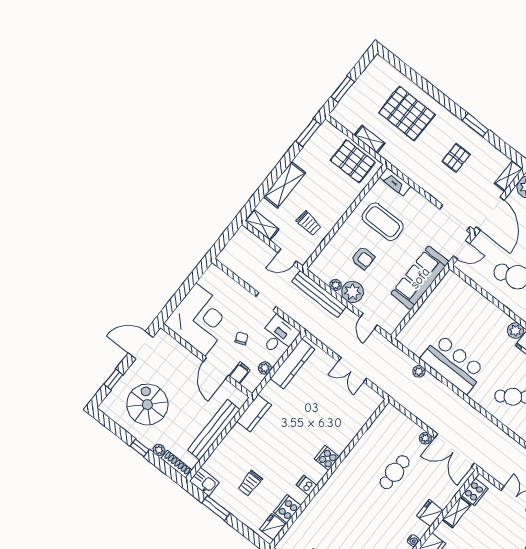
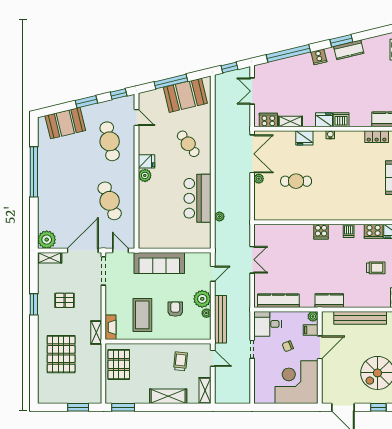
shelving: (370, 139) -> (96, 333), moved
plant: (265, 368) -> (313, 316), moved

